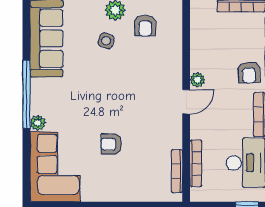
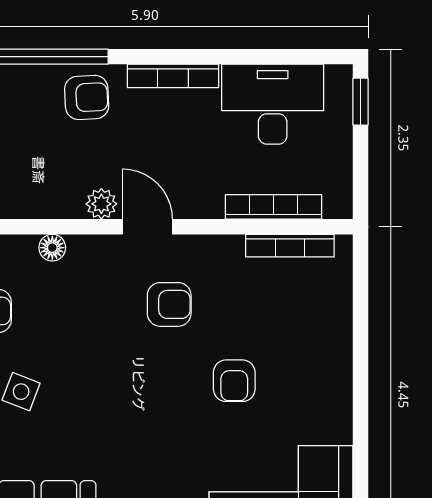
floor lamp: (176, 56) -> (52, 248), added
armchair: (148, 113) -> (169, 304), added

